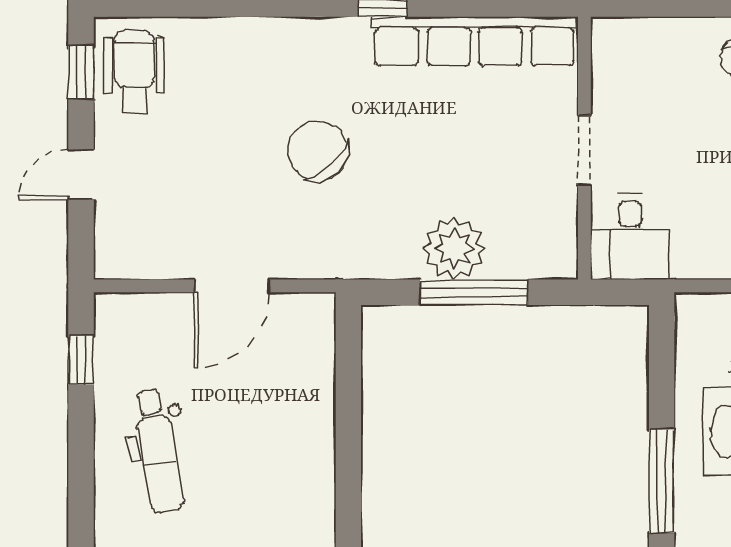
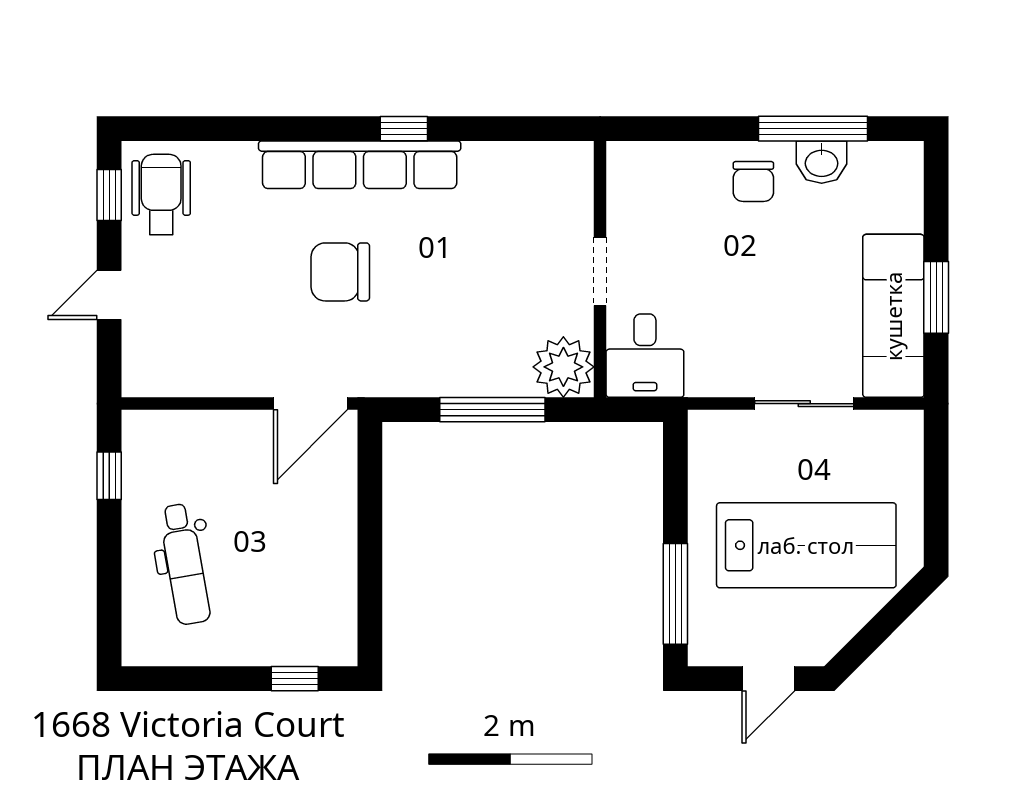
row of seats: (475, 41) -> (360, 165), moved
chair: (318, 151) -> (340, 272), turned -47
plant: (454, 248) -> (563, 367), moved
door: (232, 286) -> (311, 404), moved

